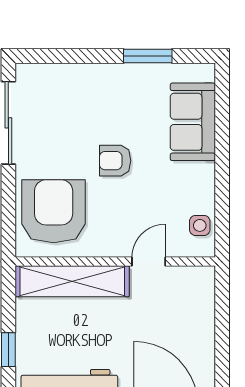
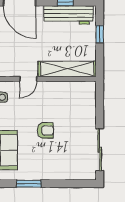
armchair: (54, 211) -> (77, 105), removed

